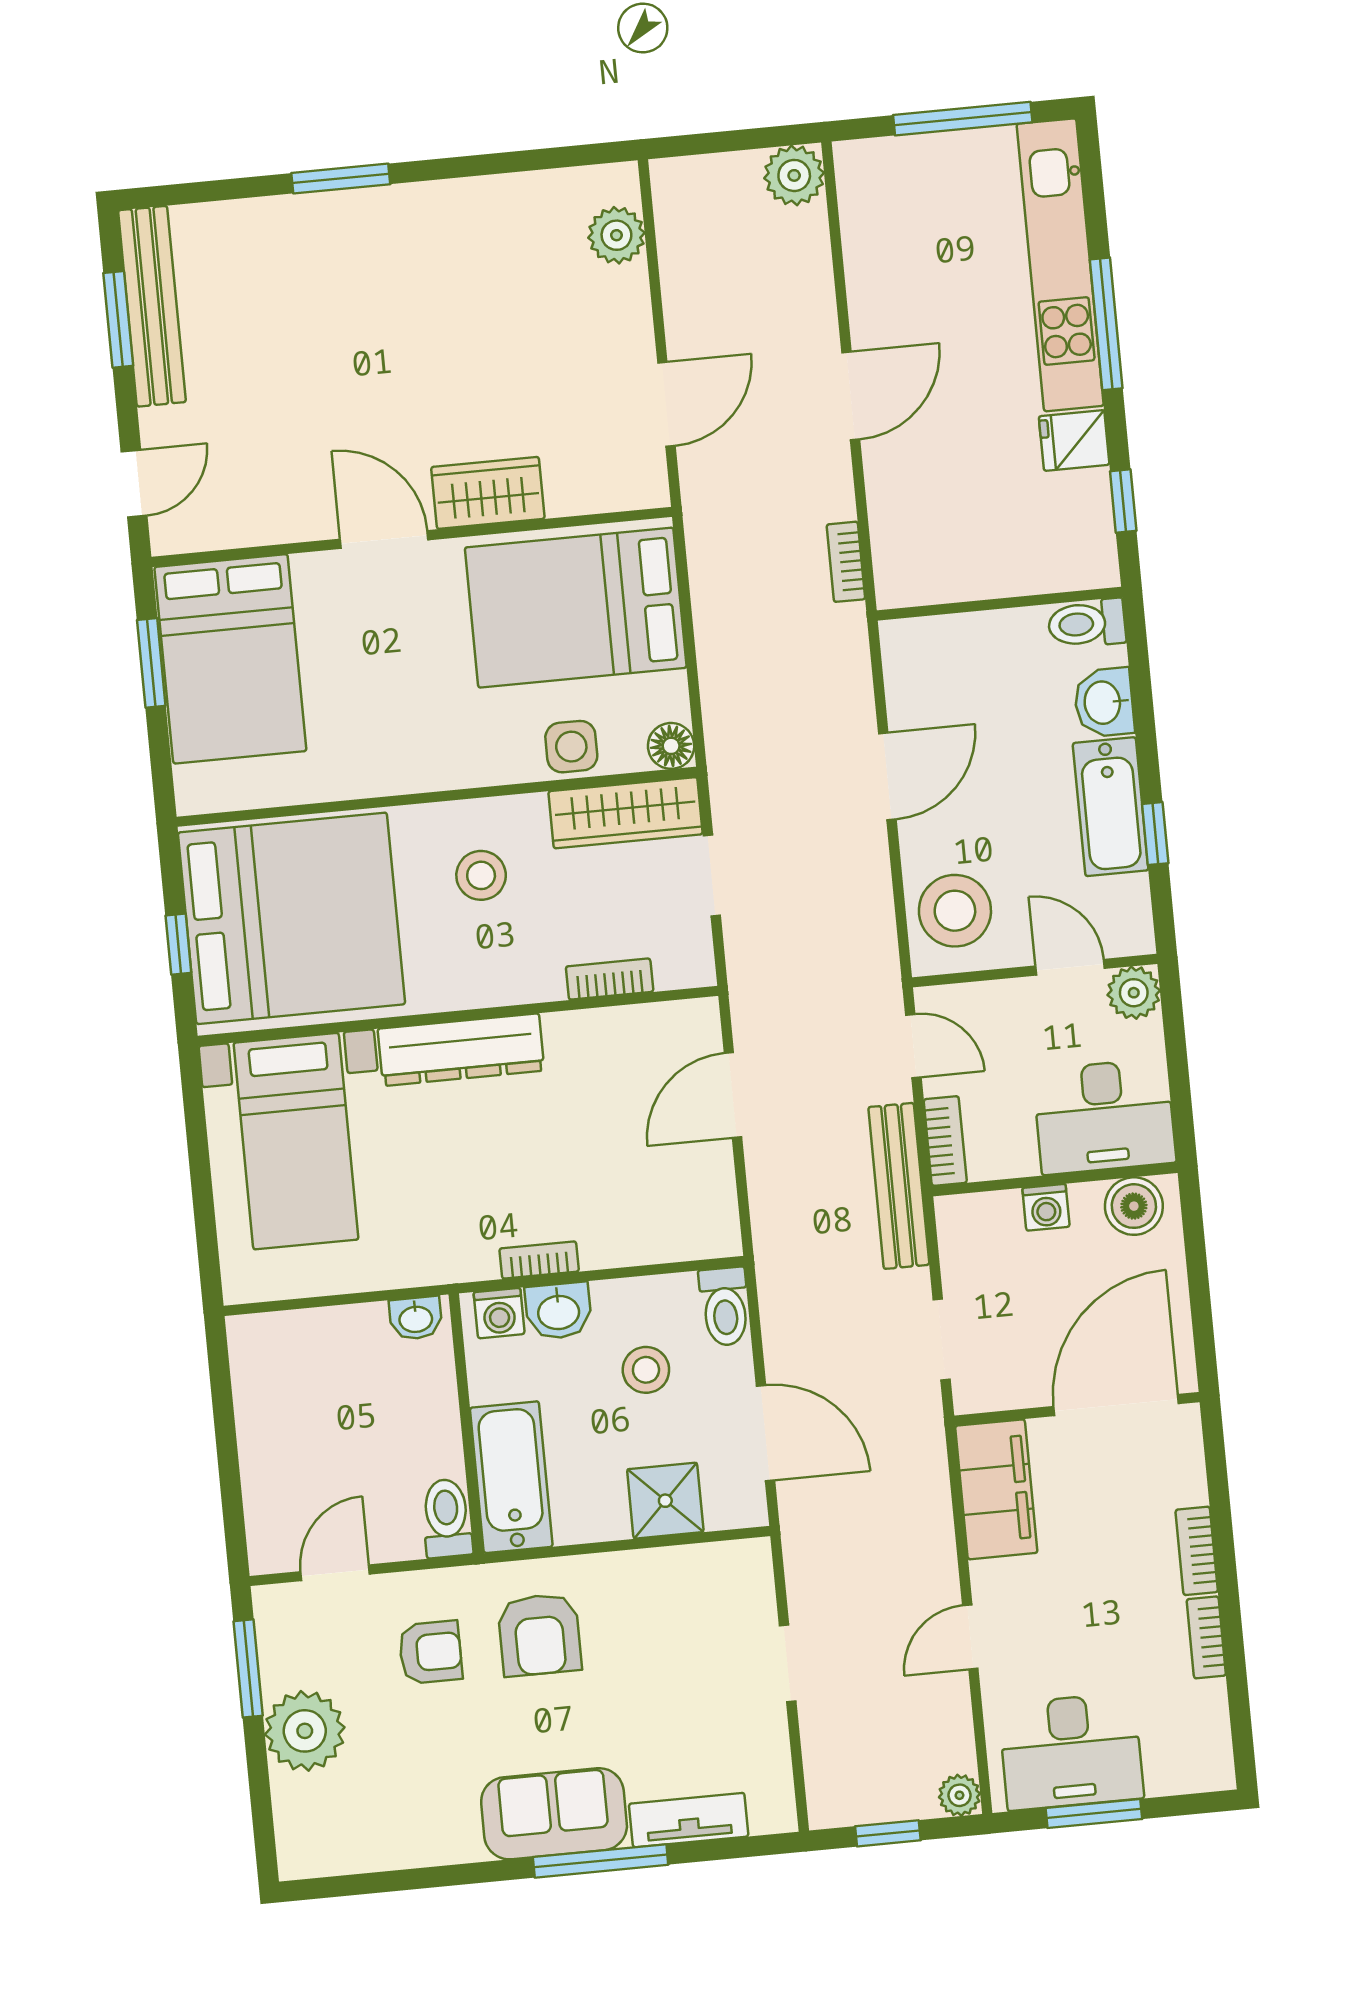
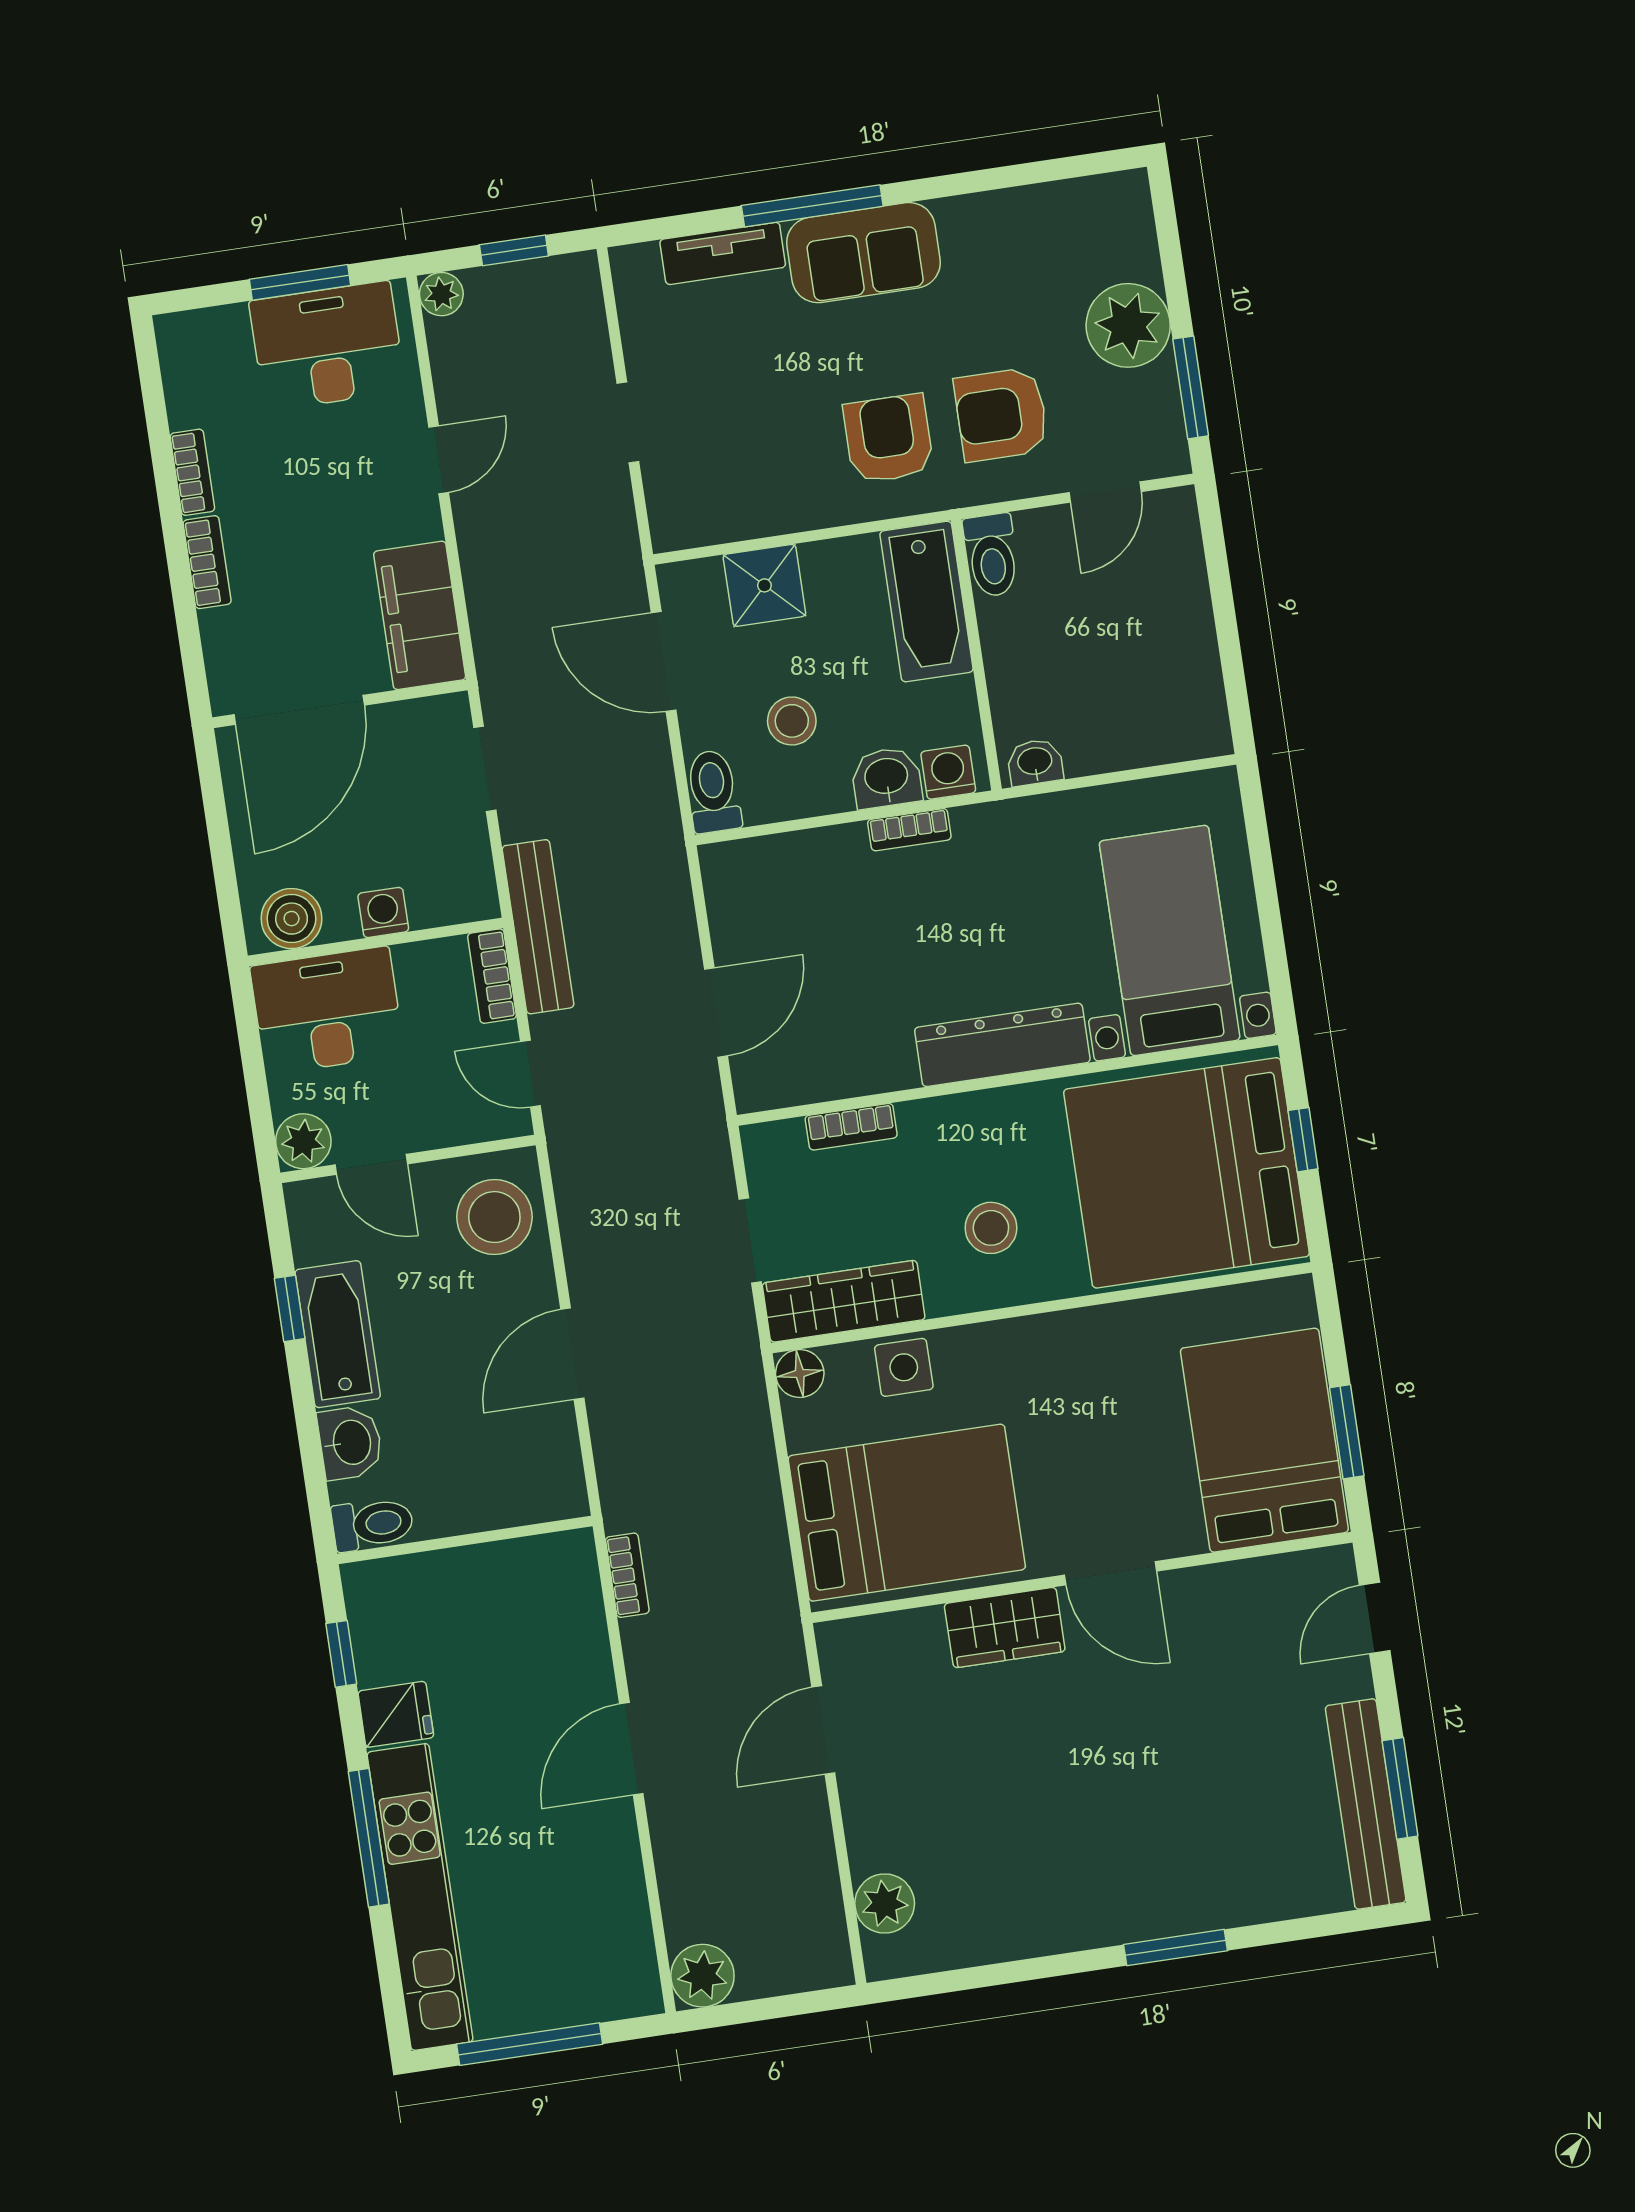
armchair: (430, 1652) -> (1001, 414), width x1.38, depth x1.38

